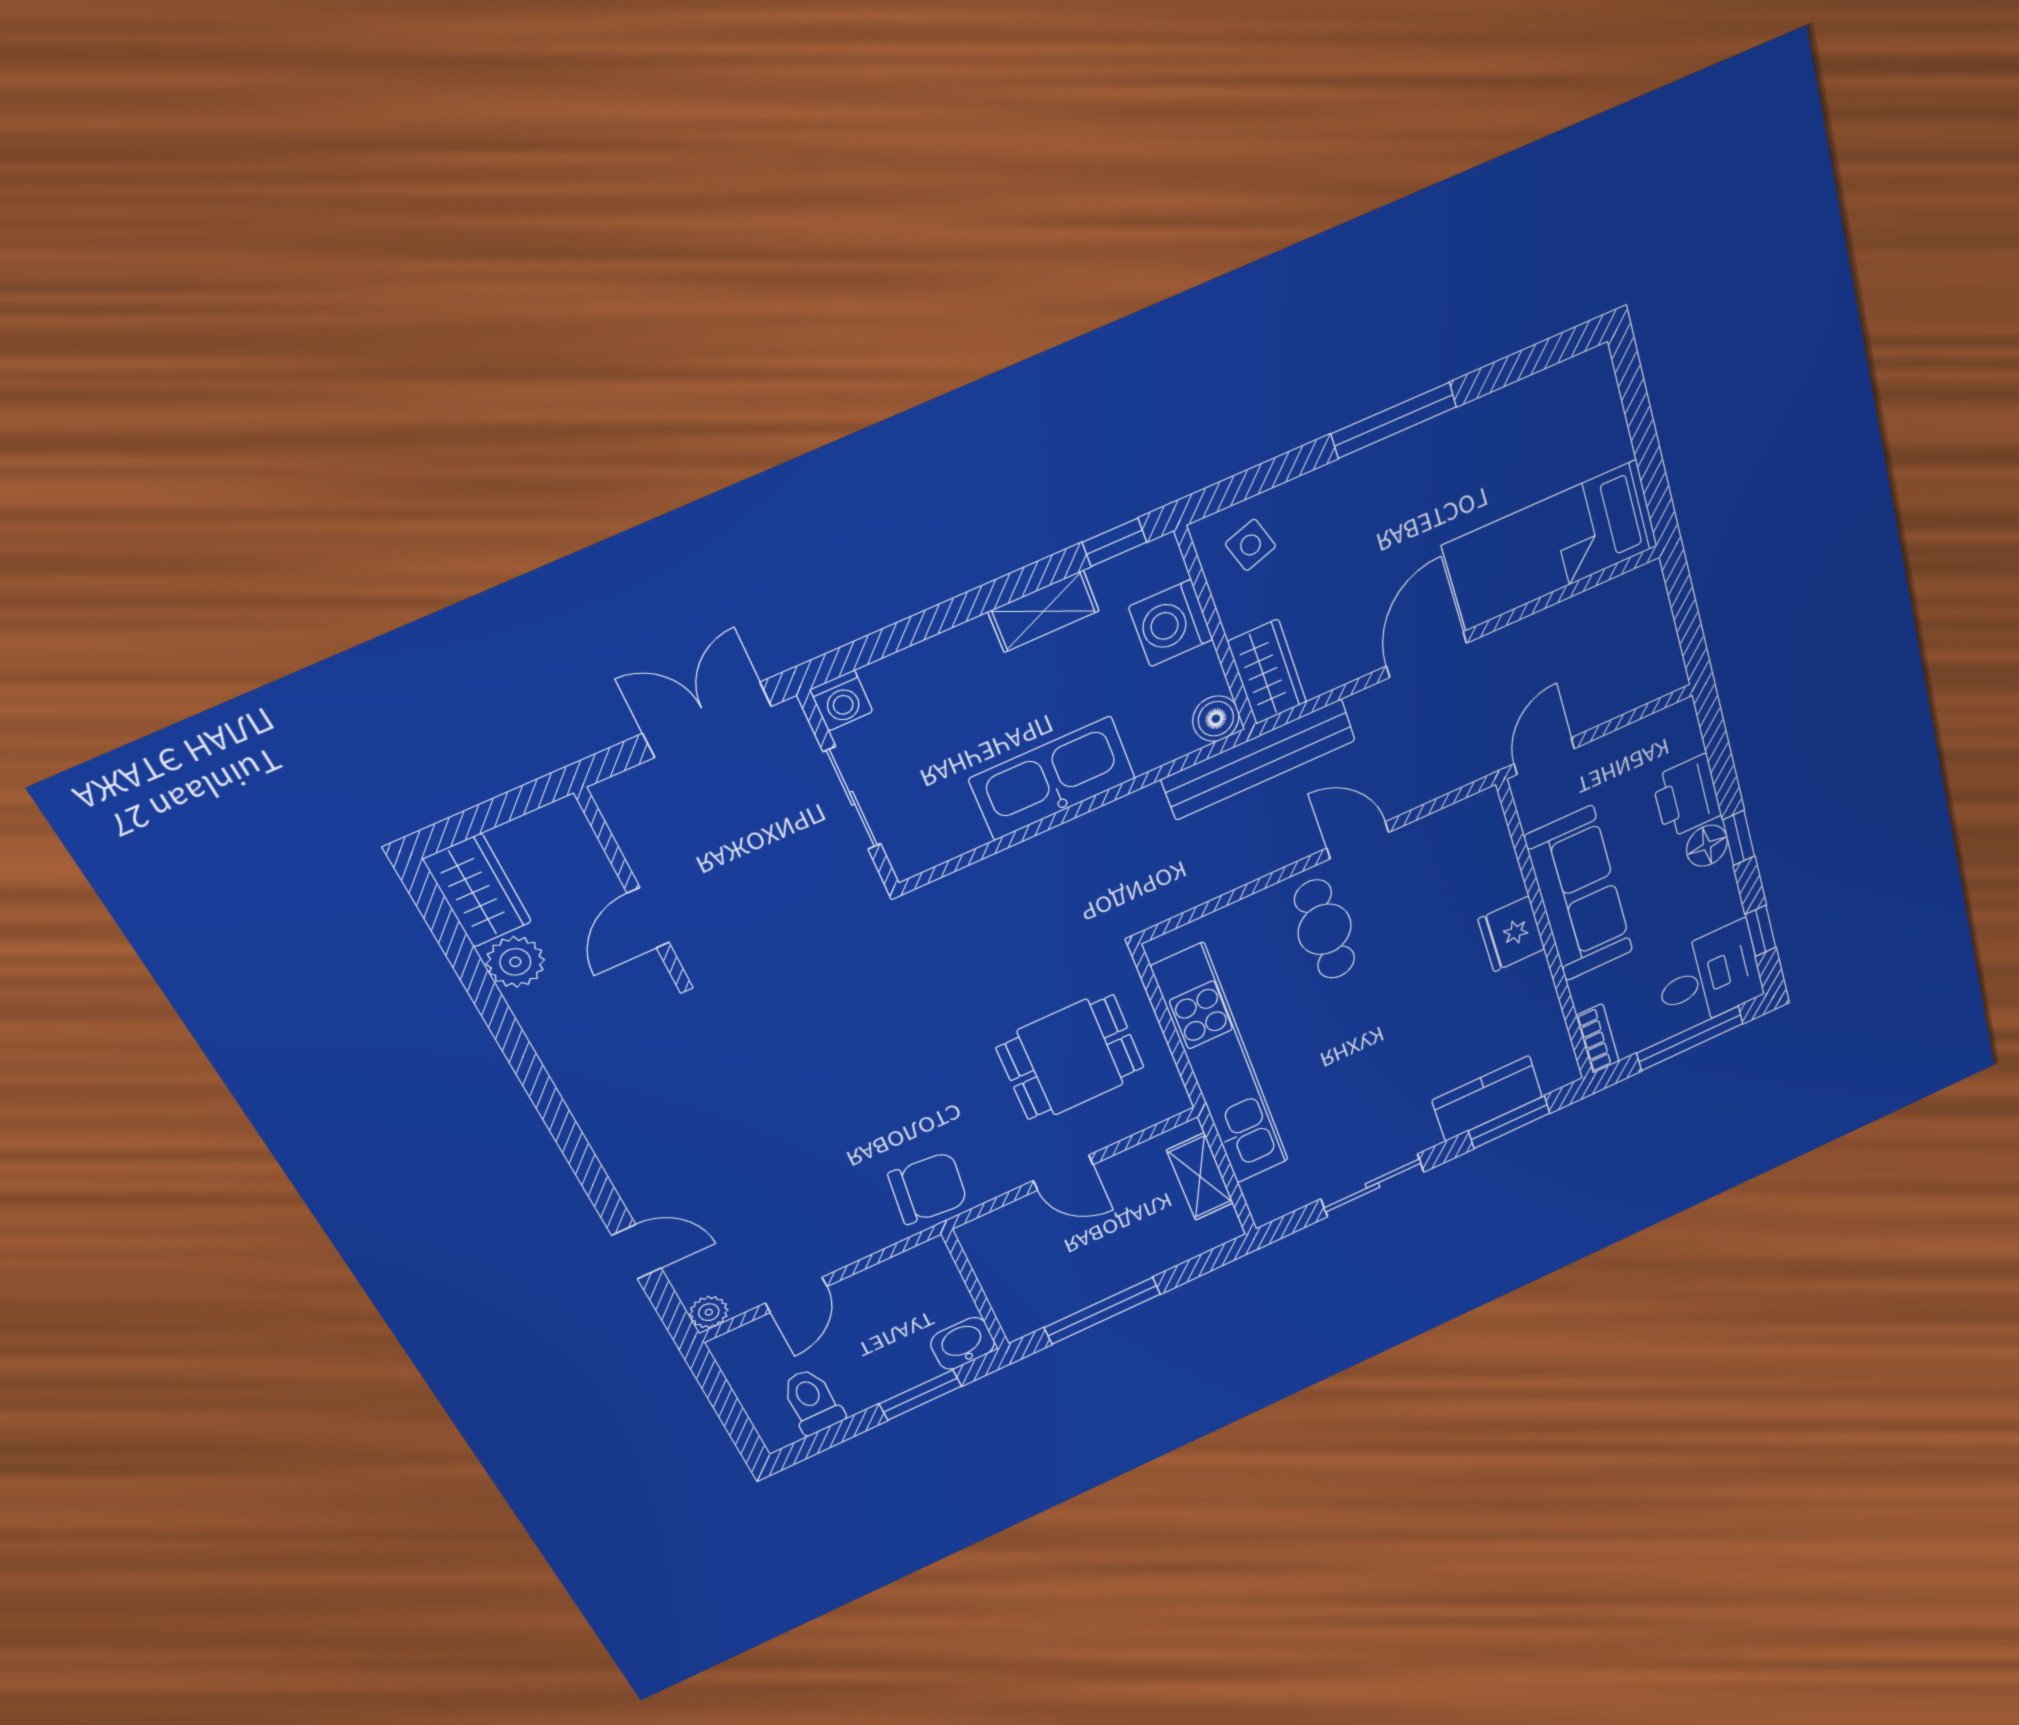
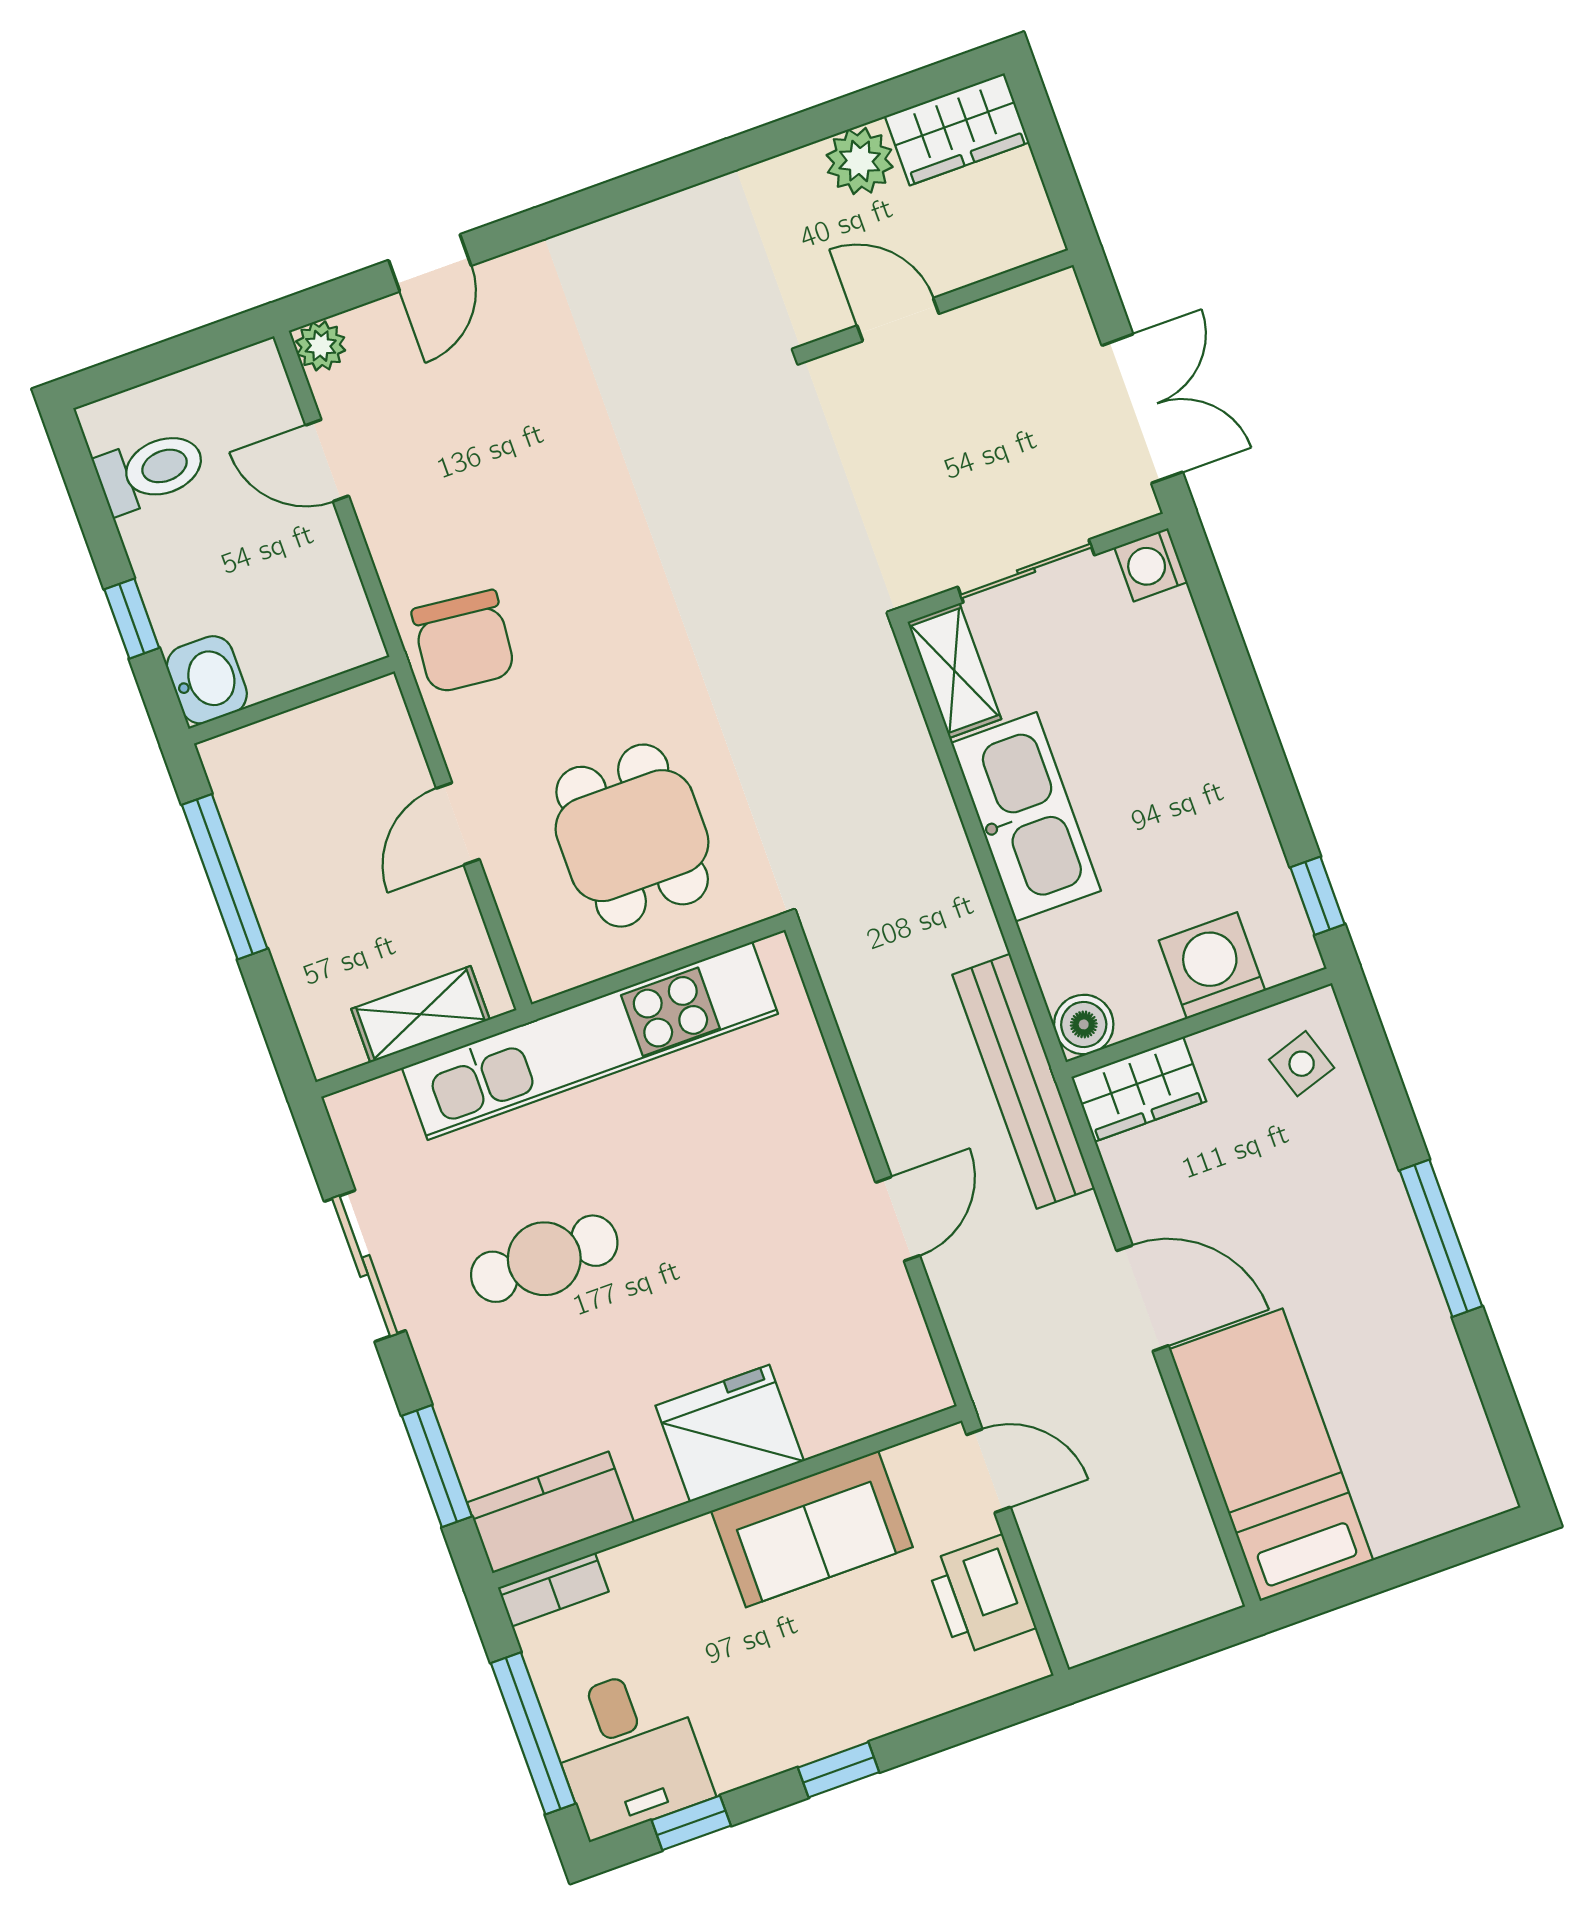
shelving: (1044, 611) -> (954, 671), moved
printer: (1687, 796) -> (981, 1595), moved, turned -90
floor lamp: (1707, 846) -> (832, 1723), removed
sofa: (1579, 894) -> (812, 1529), width x0.73
cafe table: (1325, 929) -> (544, 1259), moved
fridge: (1511, 934) -> (730, 1433), width x1.36, depth x1.34
kitchen counter: (1487, 1099) -> (550, 1512), moved, turned -90
window: (920, 1395) -> (132, 619), width x0.67

